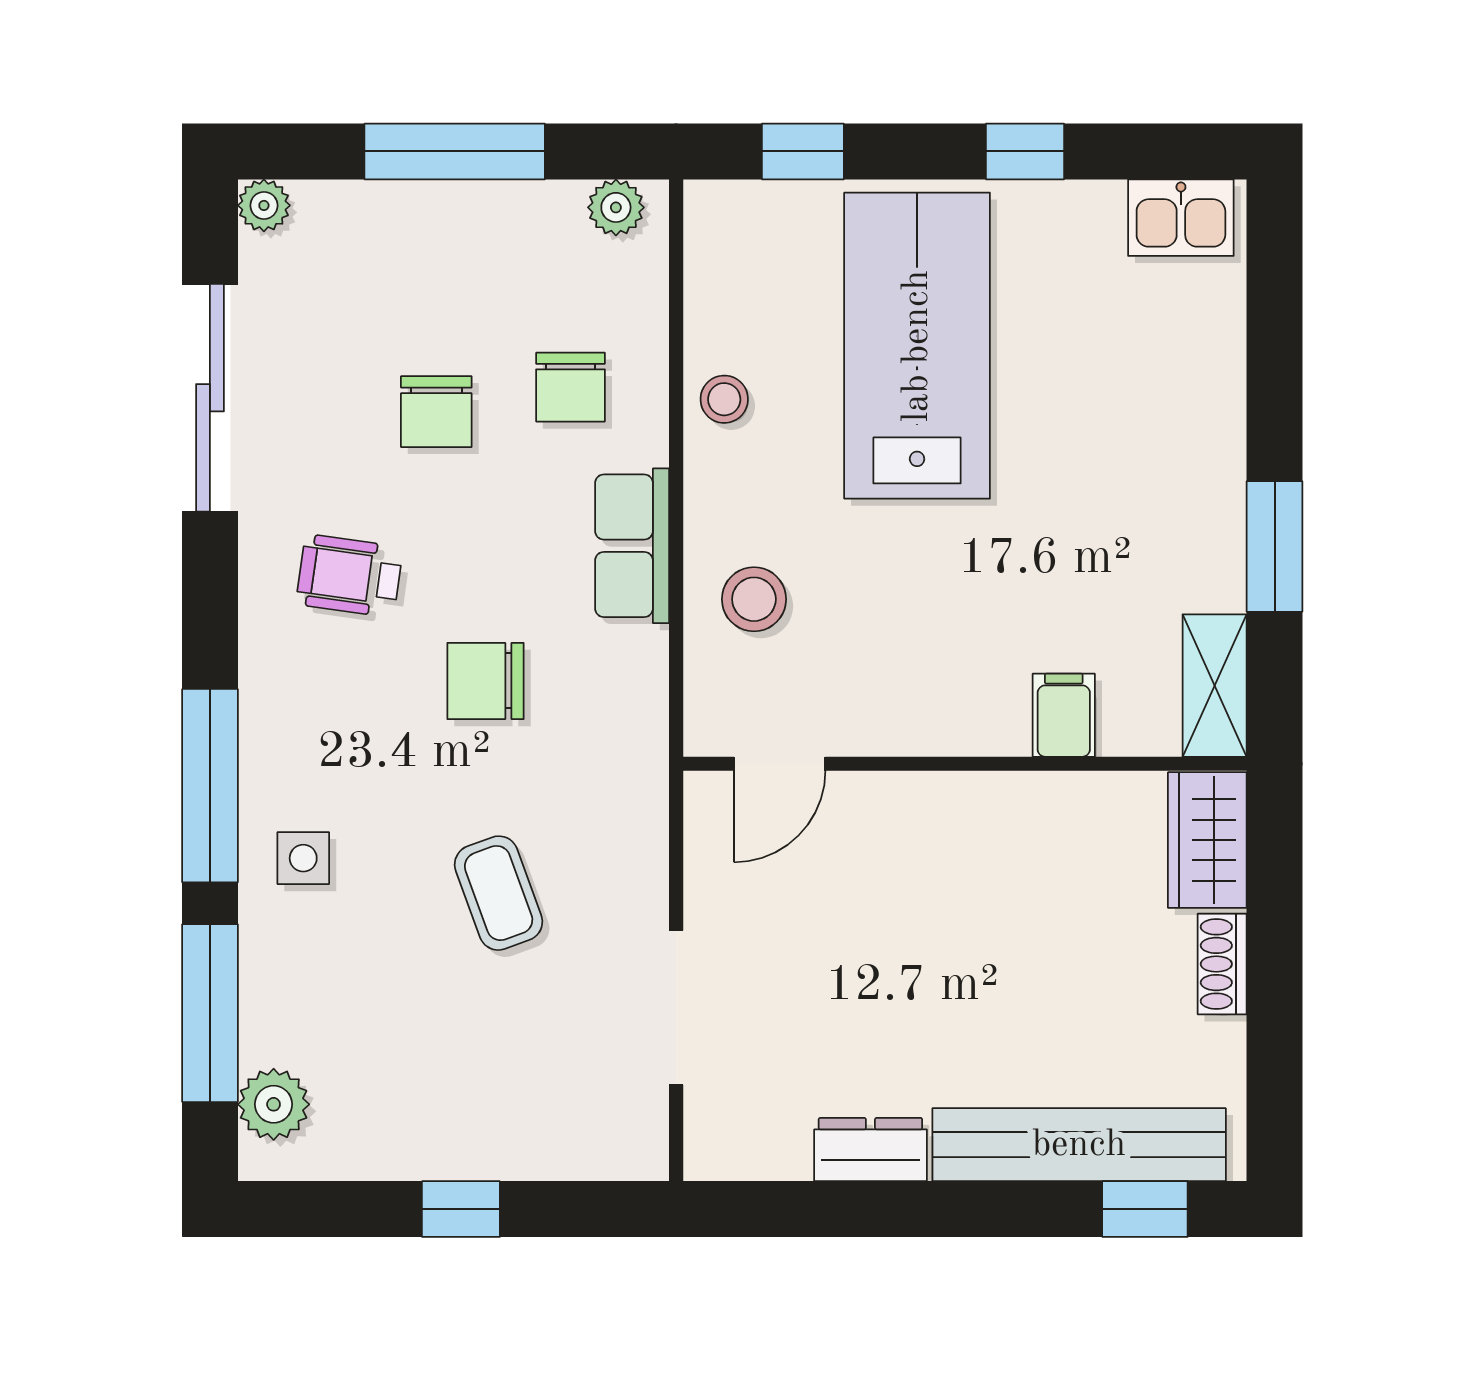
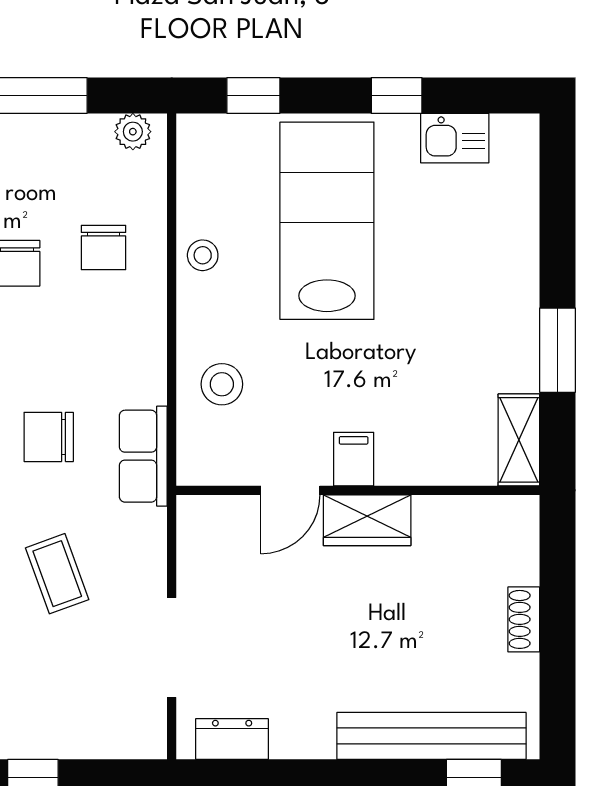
kitchen sink: (1181, 218) -> (455, 138), moved
row of seats: (632, 546) -> (143, 456), moved
filing cabinet: (1064, 715) -> (354, 459), moved
door: (780, 764) -> (290, 490), moved
wardrobe: (1207, 840) -> (367, 520), moved, turned -90
dresser: (870, 1150) -> (232, 739), moved

